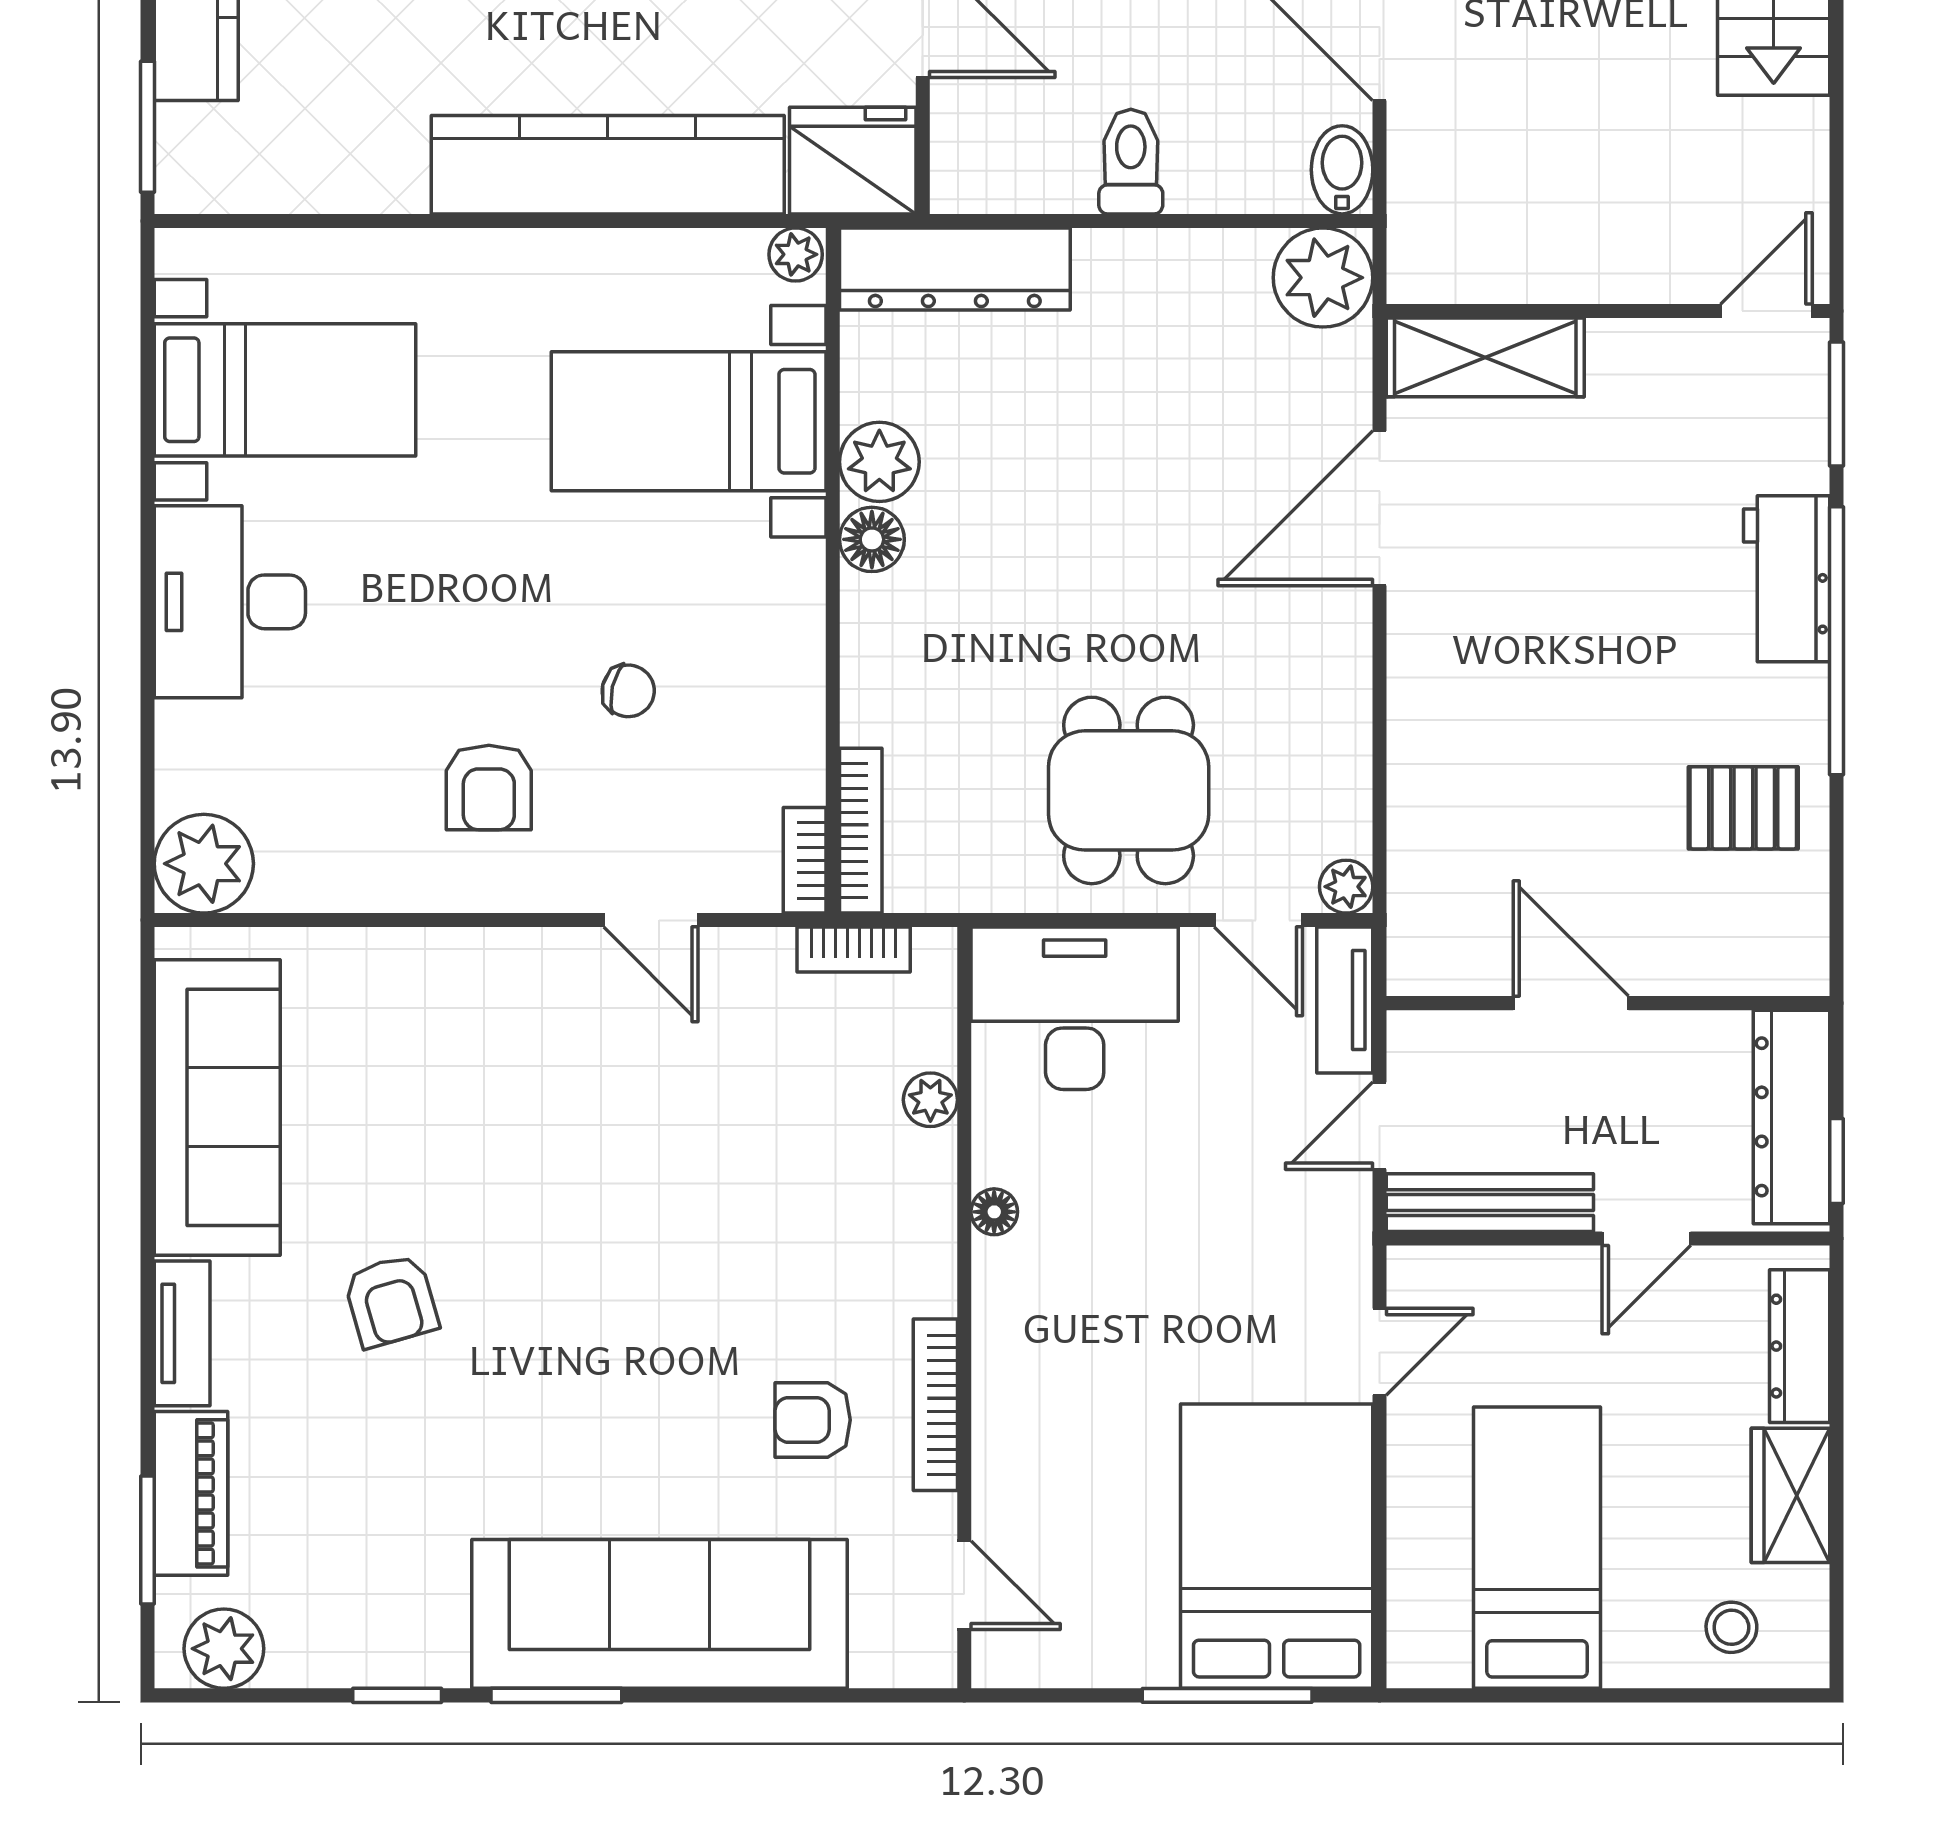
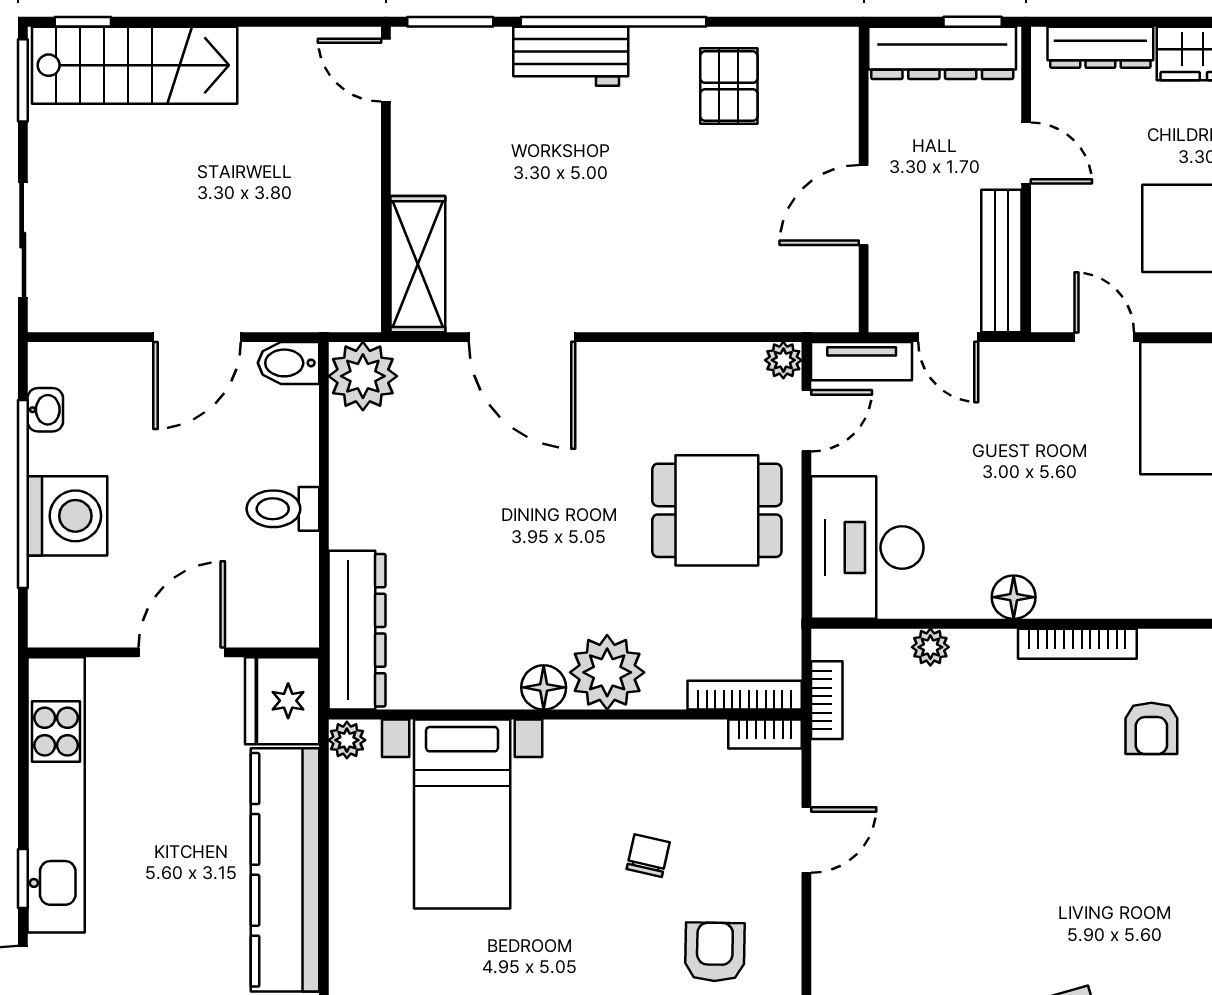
plant: (879, 462) -> (607, 672), moved, width x1.36, depth x1.36
armchair: (489, 787) -> (715, 952), turned -89
floor lamp: (994, 1212) -> (1014, 597), width x1.37, depth x1.37
bookcase: (935, 1405) -> (1077, 644), moved

